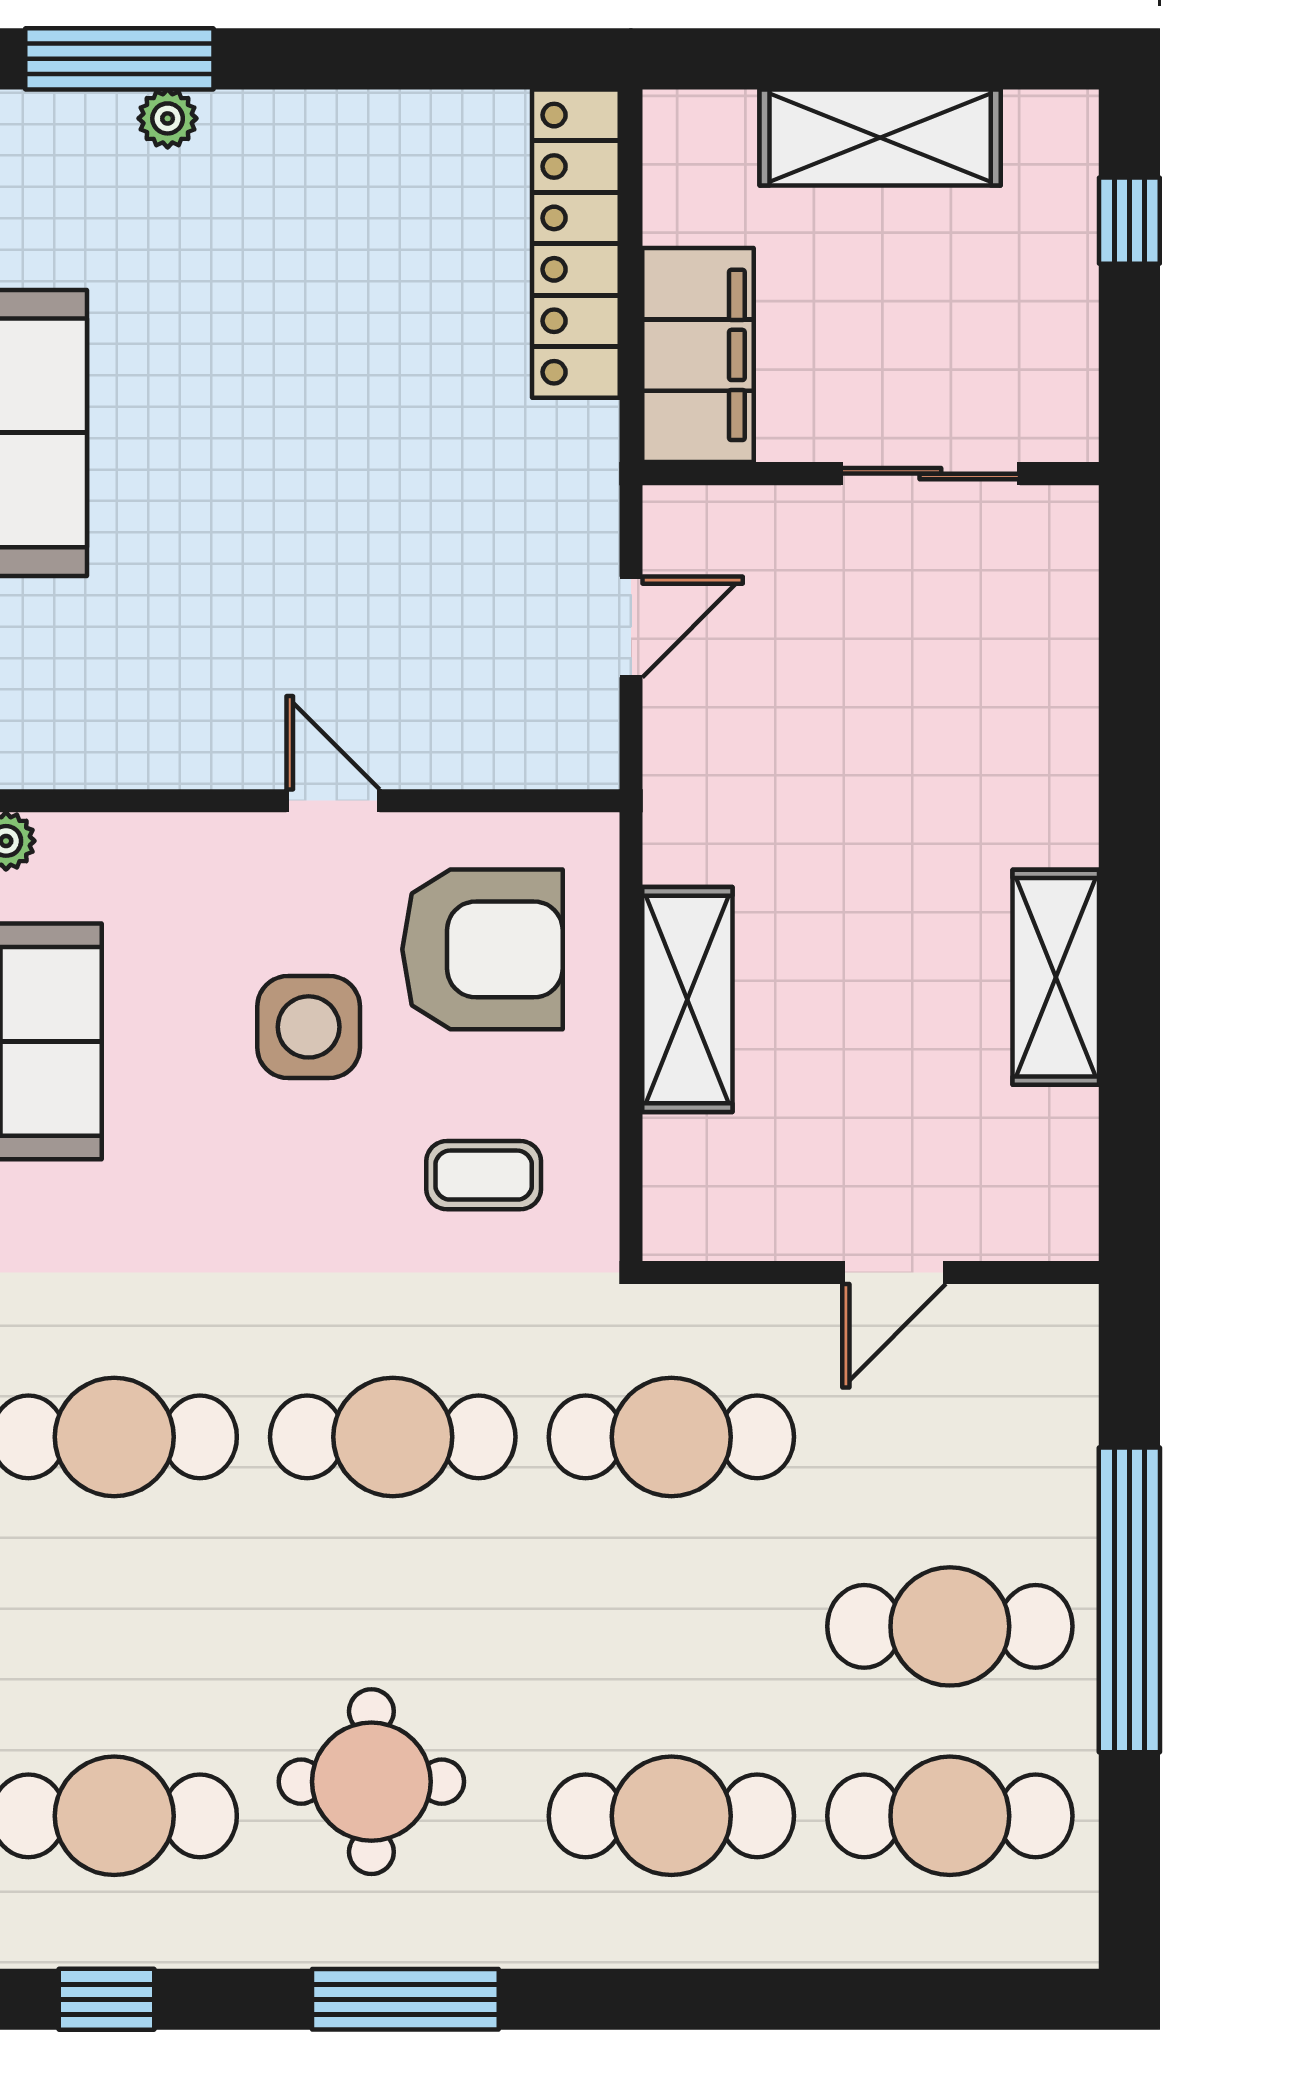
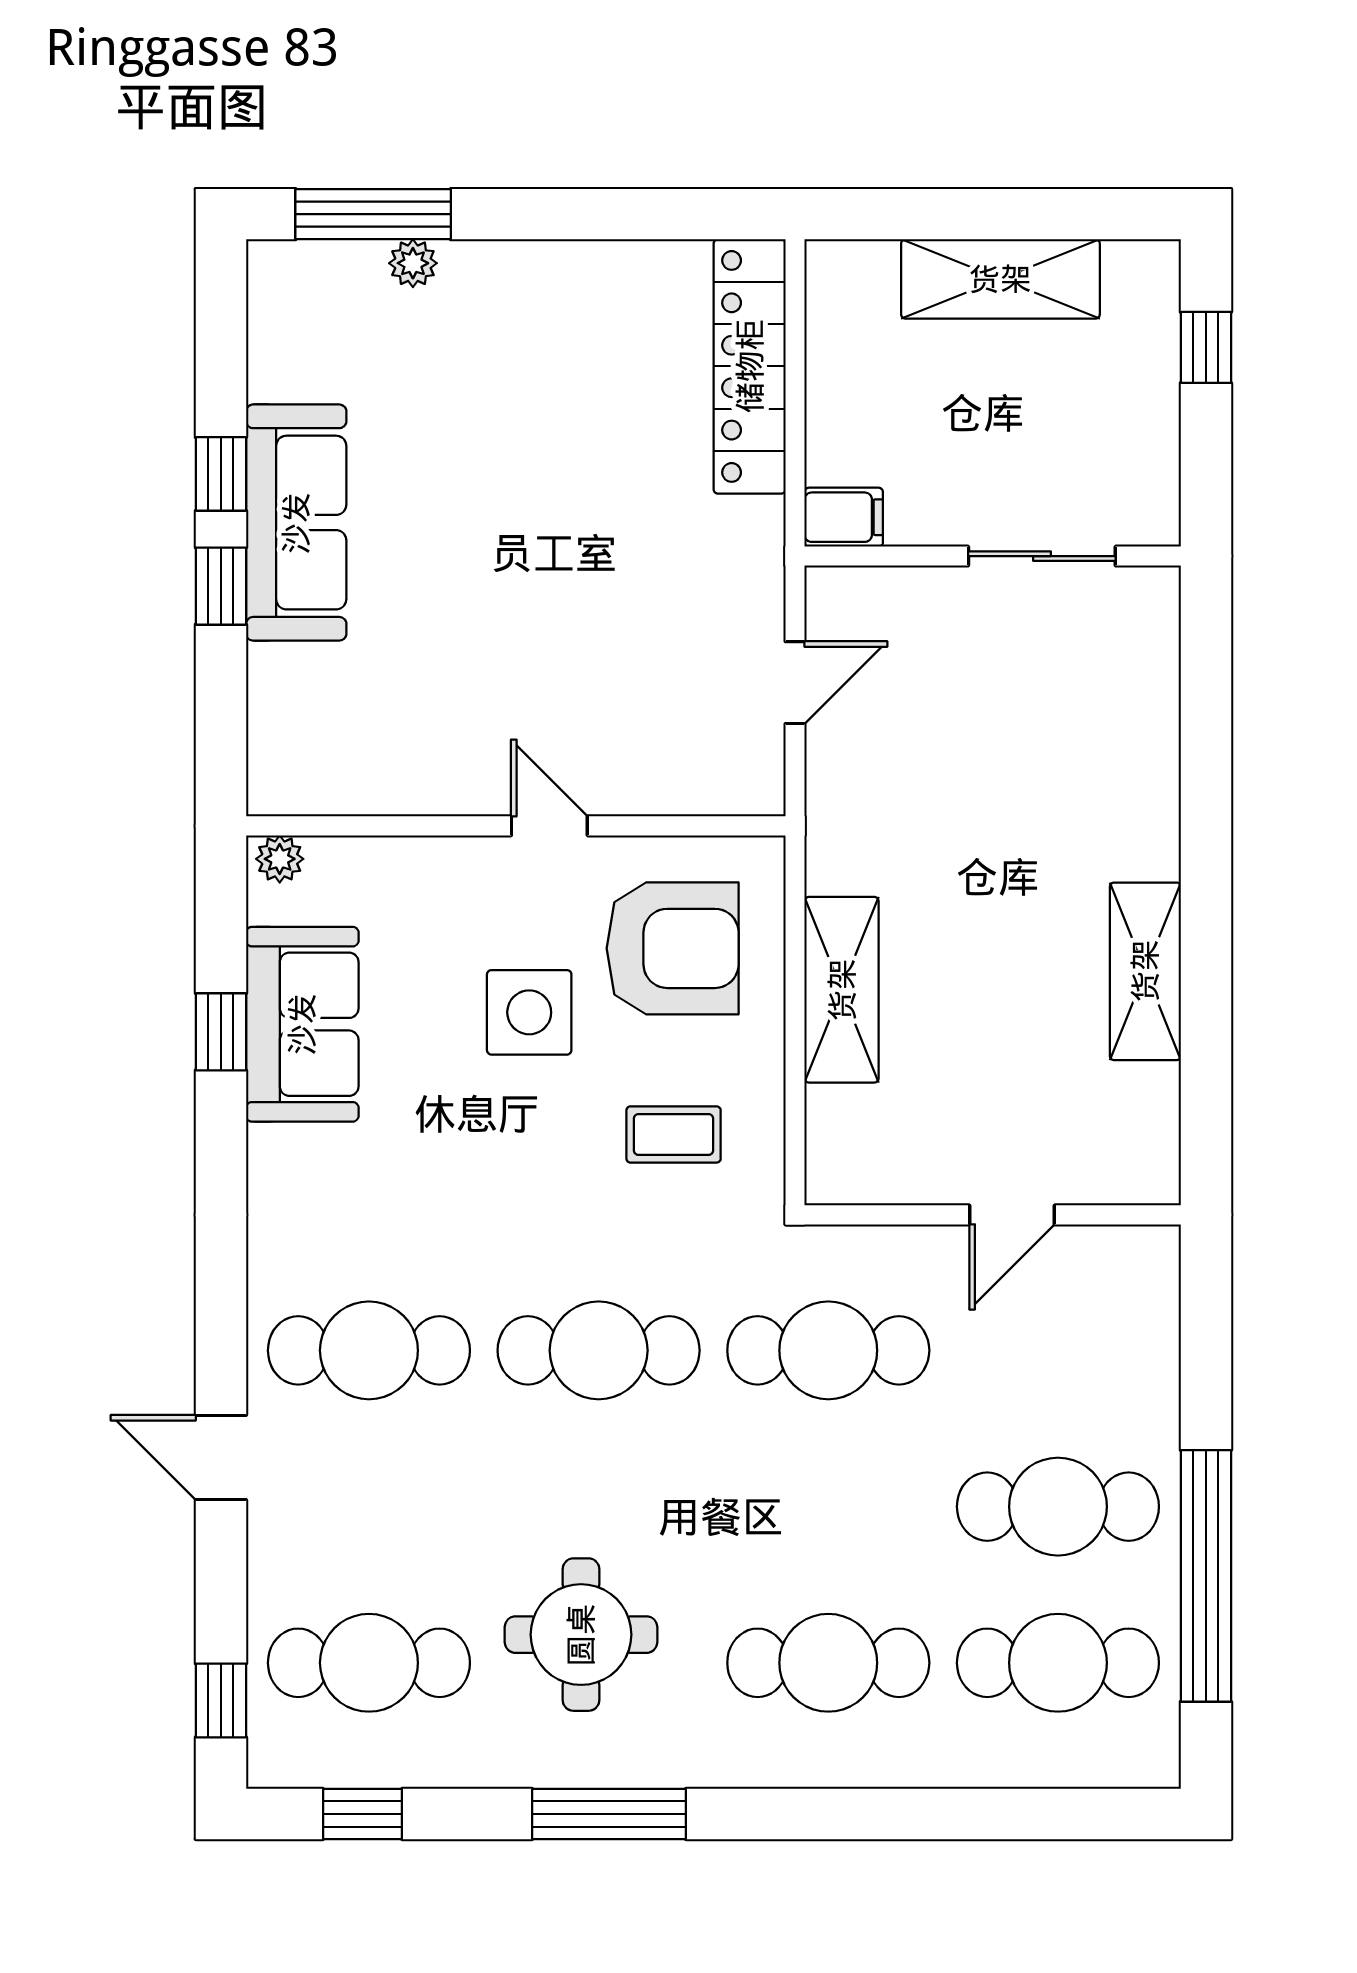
filing cabinet: (698, 355) -> (844, 517), width x0.33, depth x0.86
window: (1129, 1600) -> (1206, 1576), moved

